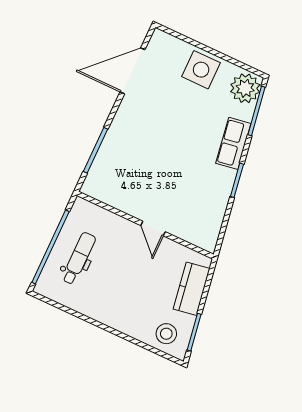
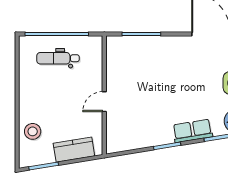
dental chair: (79, 258) -> (58, 58), turned 180
stool: (166, 334) -> (33, 131), moved

